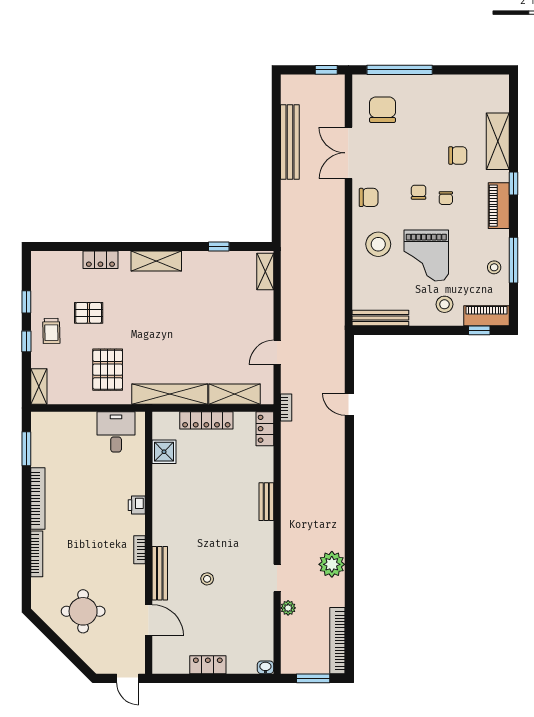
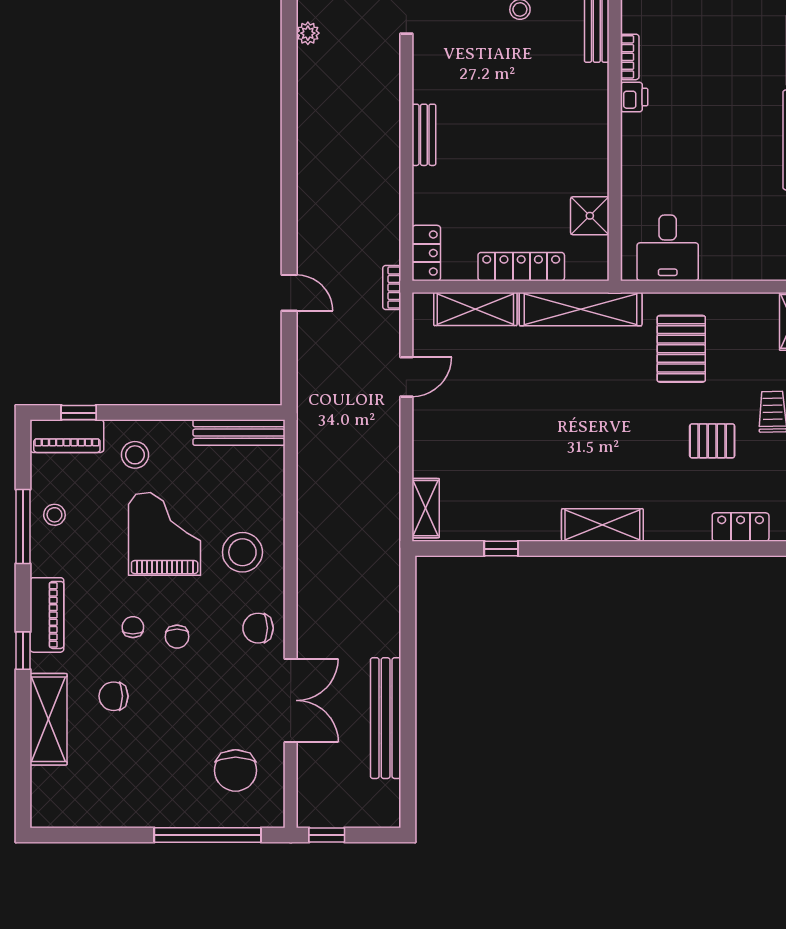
locker: (100, 260) -> (741, 527), moved
printer: (137, 505) -> (634, 97), moved
plant: (332, 564) -> (308, 33), width x0.53, depth x0.53

